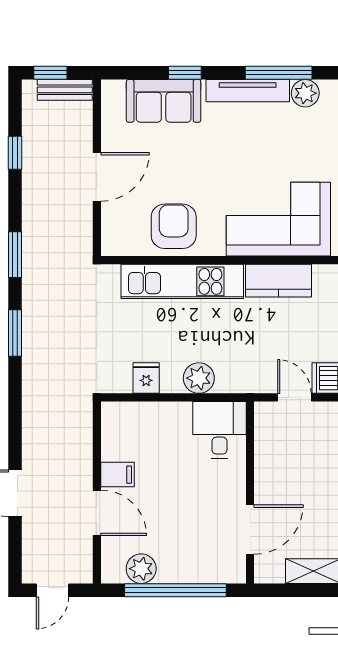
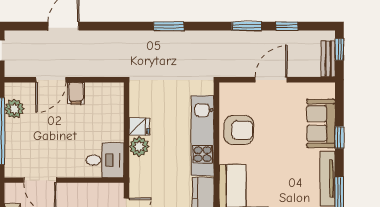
door: (97, 177) -> (271, 80), swing flipped
window: (15, 255) -> (247, 26), moved
fridge: (146, 378) -> (139, 127), moved

